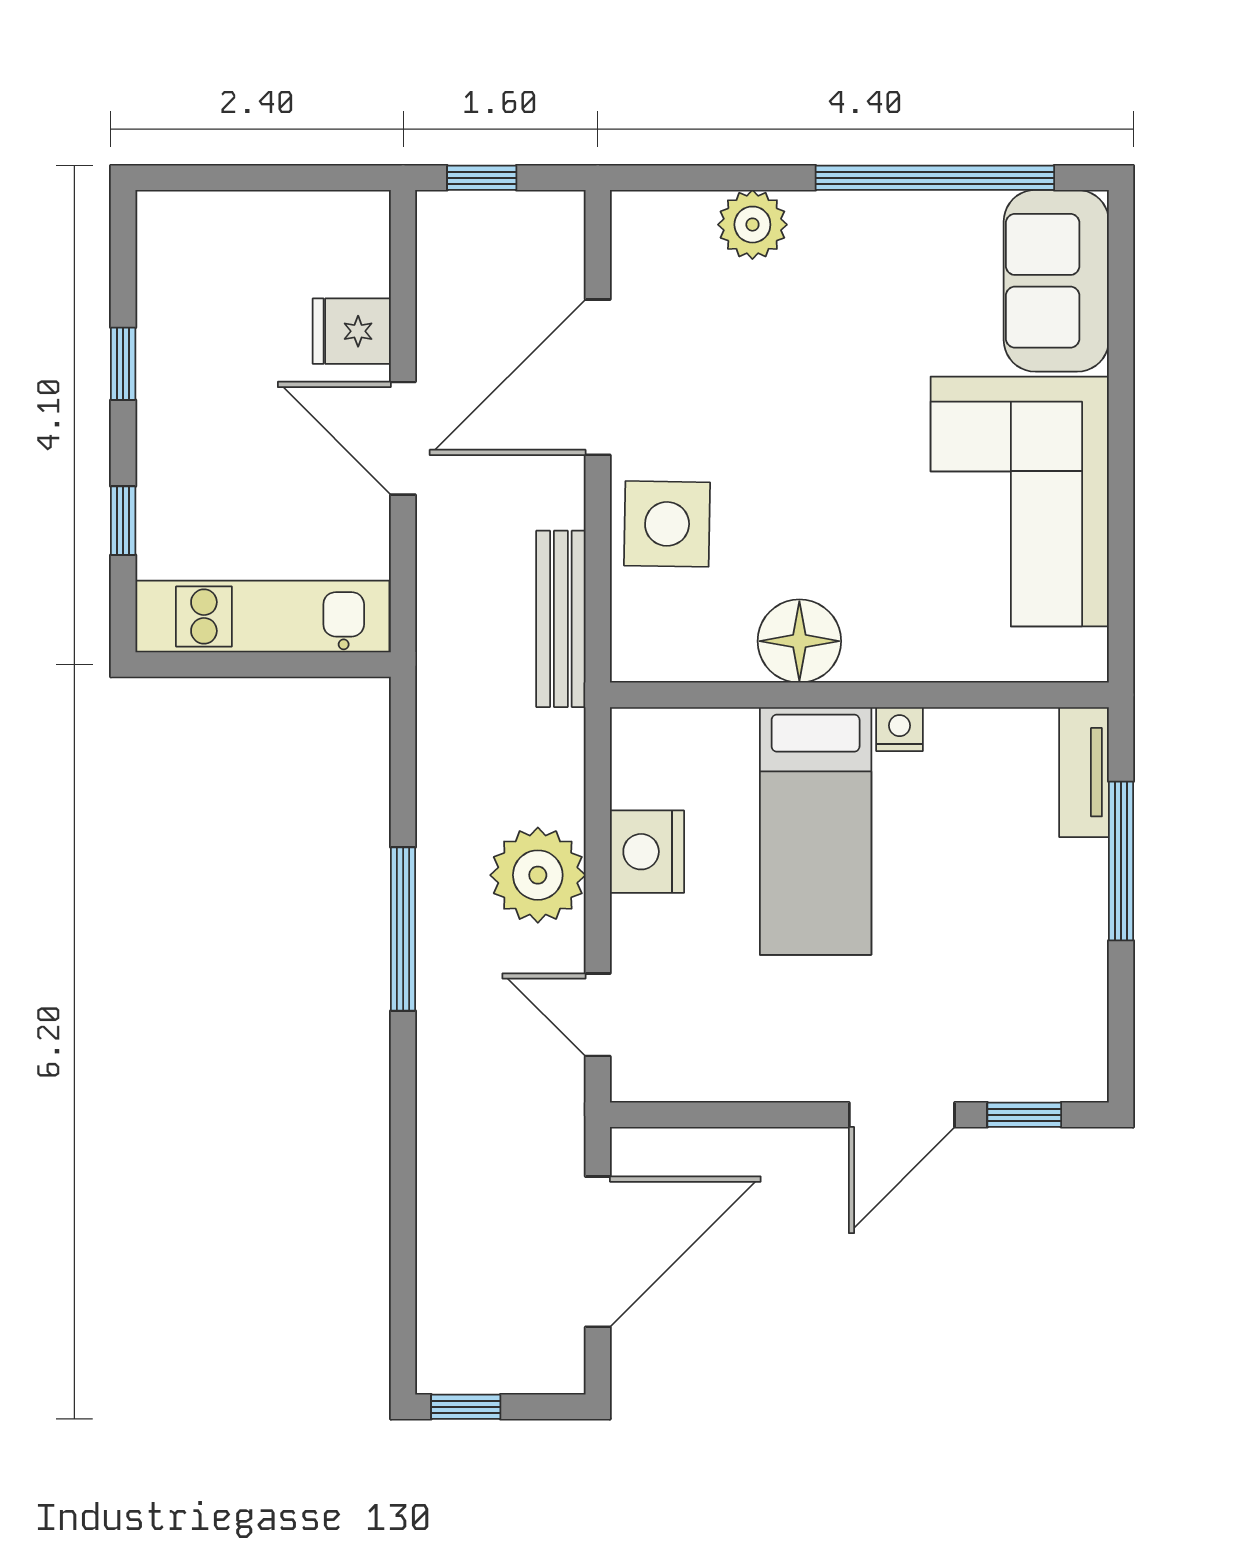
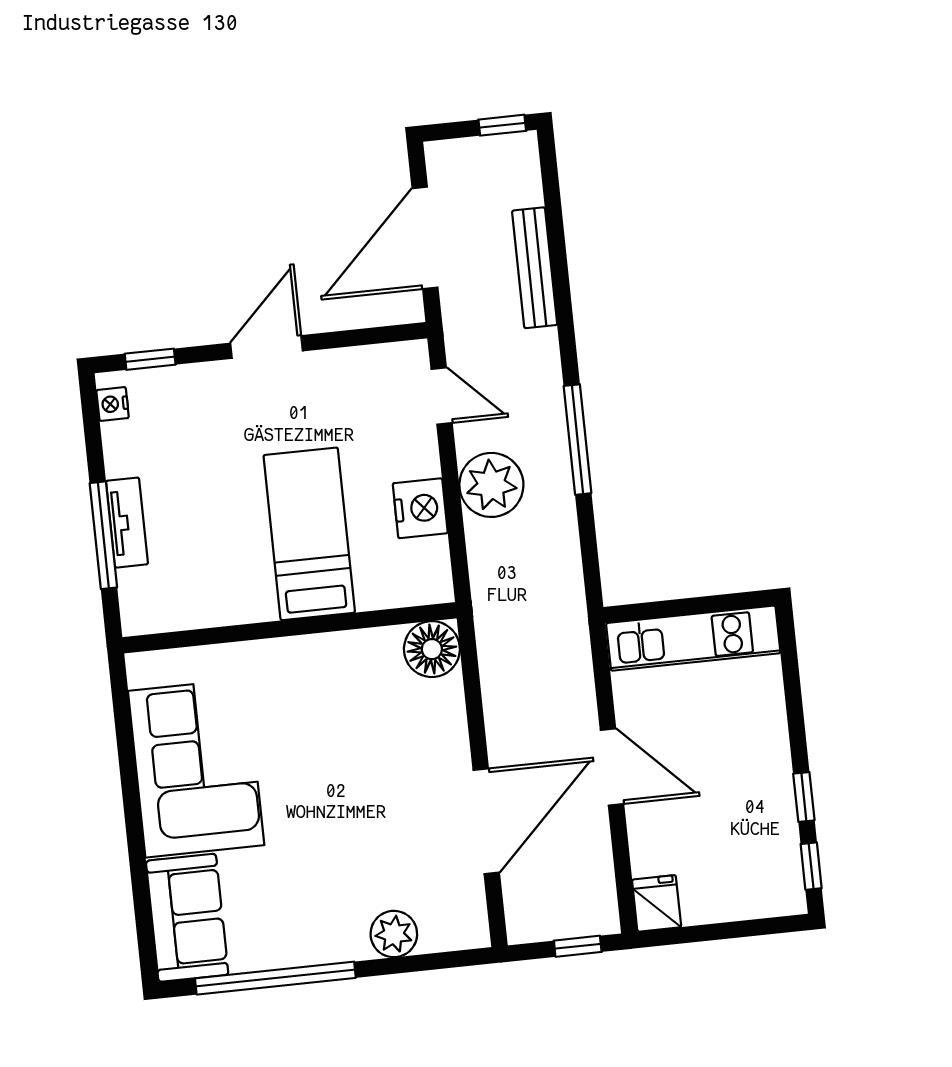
fridge: (352, 331) -> (657, 903), moved, turned -90
window: (123, 521) -> (811, 866), moved
side table: (667, 524) -> (430, 728), removed
bench: (561, 619) -> (535, 268), moved
floor lamp: (799, 641) -> (432, 649), moved
nightstand: (899, 729) -> (113, 404), moved, turned 90
tv unit: (1084, 772) -> (127, 523), moved
door: (902, 1115) -> (266, 347), moved

